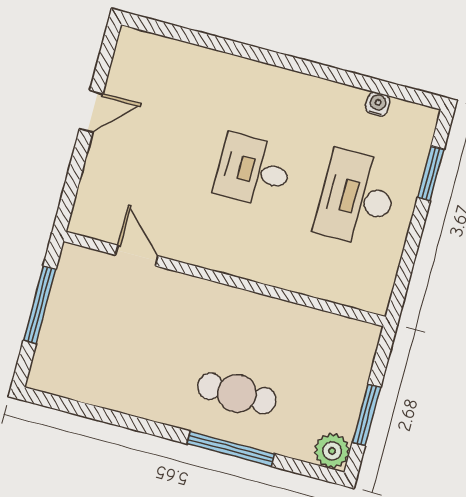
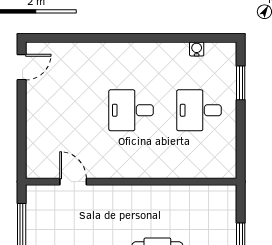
door: (91, 111) -> (22, 67), moved
desk: (357, 198) -> (199, 110), width x0.73

